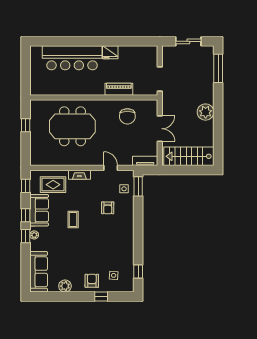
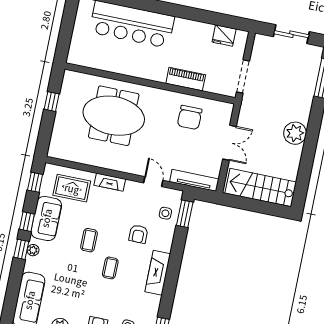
fridge: (110, 52) -> (224, 36), moved
tv unit: (145, 161) -> (194, 180), width x1.41
fireplace: (127, 233) -> (158, 273), added
coffee table: (92, 236) -> (110, 268), added

